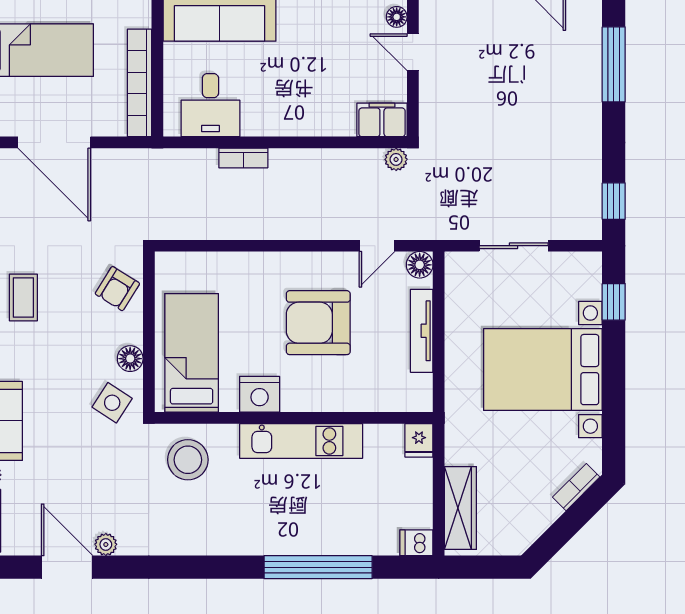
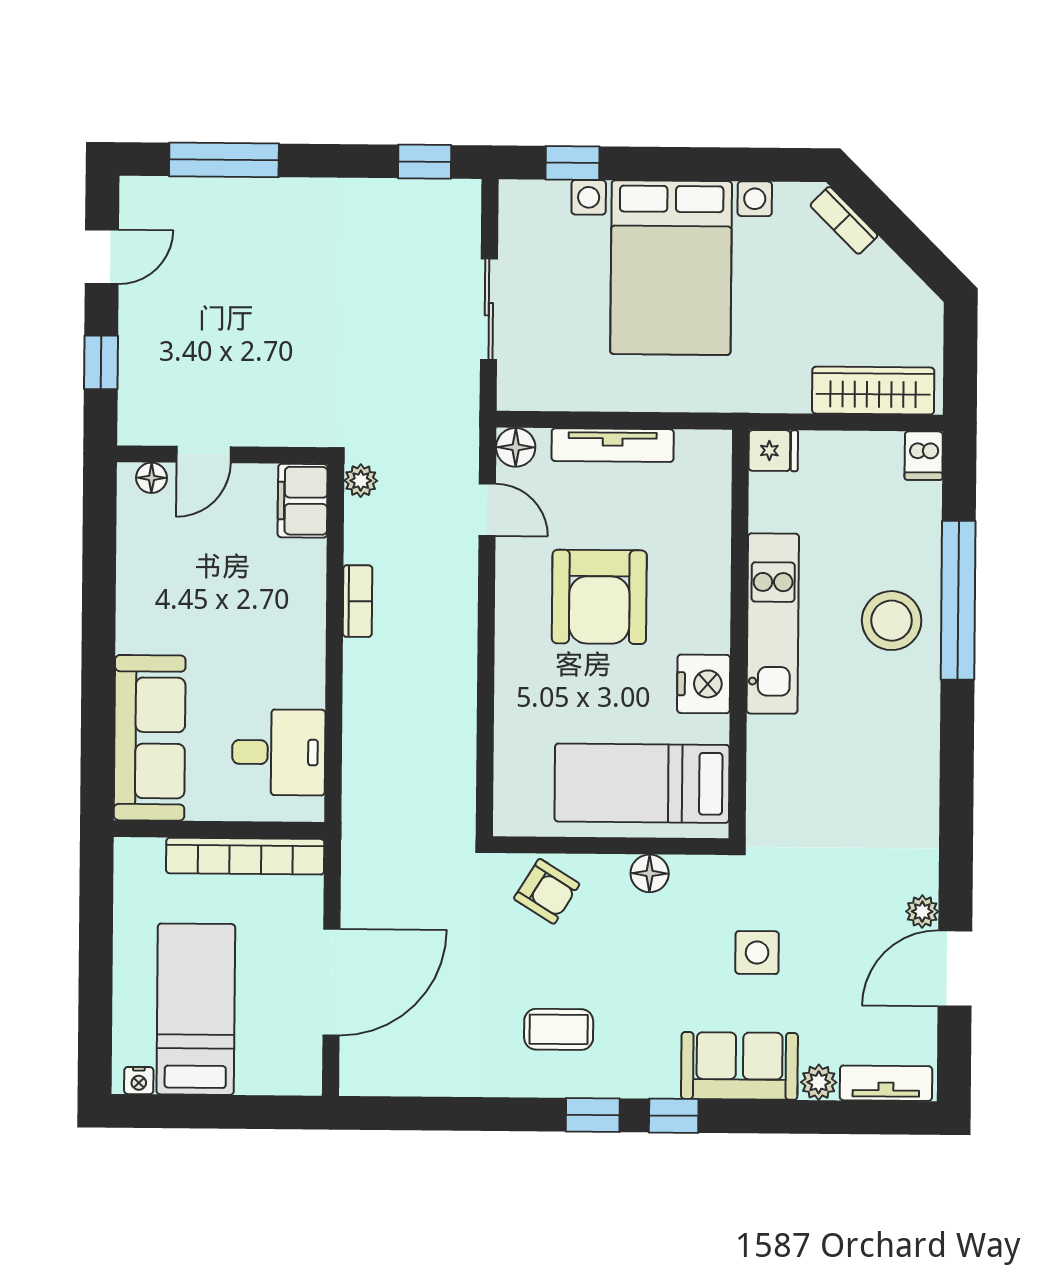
bookcase: (243, 158) -> (358, 601), moved
side table: (112, 403) -> (757, 953), moved, turned -33
stool: (188, 460) -> (892, 621), moved

